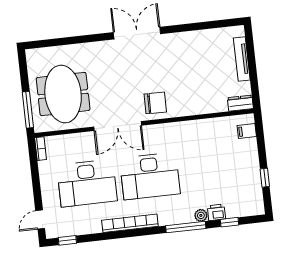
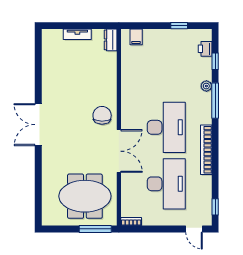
tv unit: (242, 59) -> (77, 34), width x0.71
printer: (216, 212) -> (205, 49), moved

